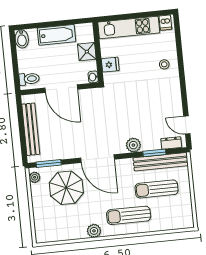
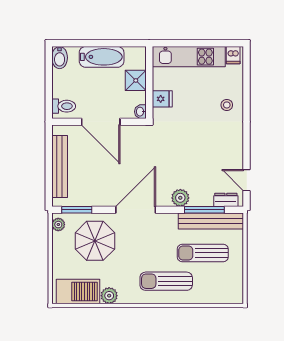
window: (154, 153) -> (204, 210), width x1.44
door: (97, 159) -> (136, 210), swing flipped
barbecue: (56, 231) -> (78, 291), added
plant: (94, 231) -> (109, 296), moved

